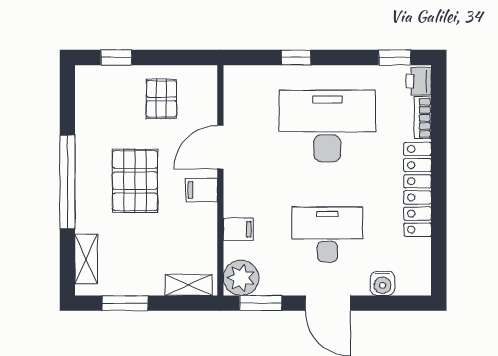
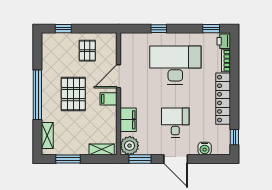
filing cabinet: (238, 229) -> (128, 120), width x2.00
desk: (327, 235) -> (175, 123), width x0.73
window: (439, 262) -> (234, 137), added

